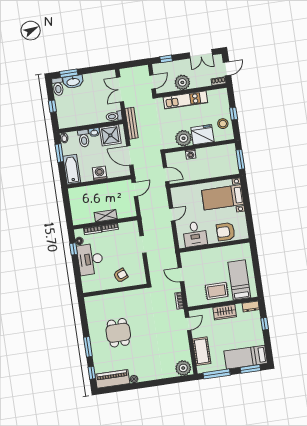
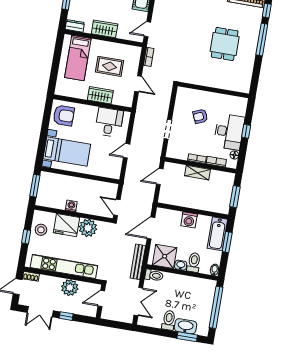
double door: (201, 54) -> (40, 312), swing flipped
window: (166, 59) -> (66, 316), moved
toilet: (58, 87) -> (169, 320), moved
kitchen unit: (185, 100) -> (64, 266), width x1.36
window: (52, 106) -> (216, 307), width x3.17
window: (59, 153) -> (227, 242), moved
washing machine: (191, 154) -> (71, 206), moved
door: (130, 156) -> (151, 228), swing flipped
door: (166, 175) -> (117, 207), moved
door: (135, 189) -> (160, 177), moved
window: (67, 206) -> (235, 197), added
armchair: (226, 232) -> (64, 116), moved
window: (73, 249) -> (246, 131), moved
wardrobe: (210, 255) -> (100, 95), added
armchair: (121, 275) -> (200, 116), moved
rug: (217, 291) -> (110, 66), moved
window: (88, 347) -> (262, 39), width x1.44

